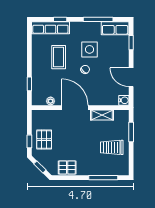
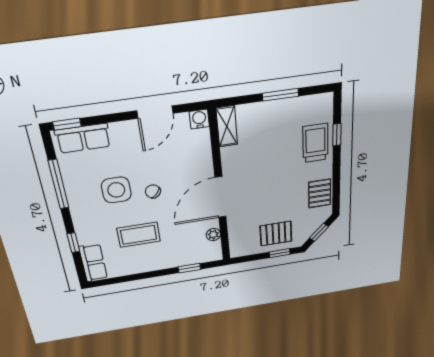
row of seats: (50, 28) -> (93, 263), width x0.68
row of seats: (115, 28) -> (83, 138), moved, turned 90
window: (131, 43) -> (67, 124), moved
shelving: (102, 115) -> (227, 126), moved
window: (131, 132) -> (281, 95), moved
trolley: (112, 147) -> (315, 143), moved, turned 180
window: (103, 178) -> (337, 135), width x0.46

